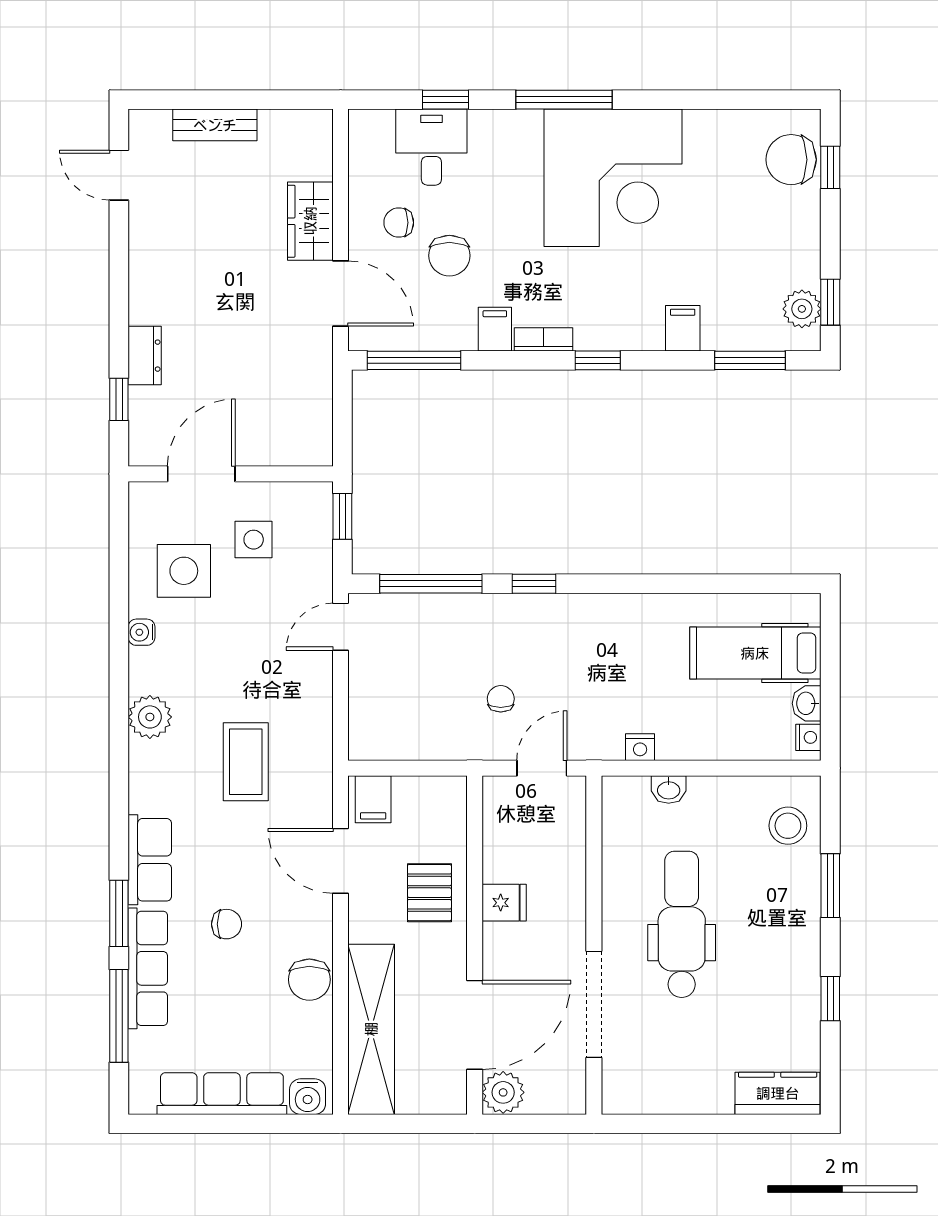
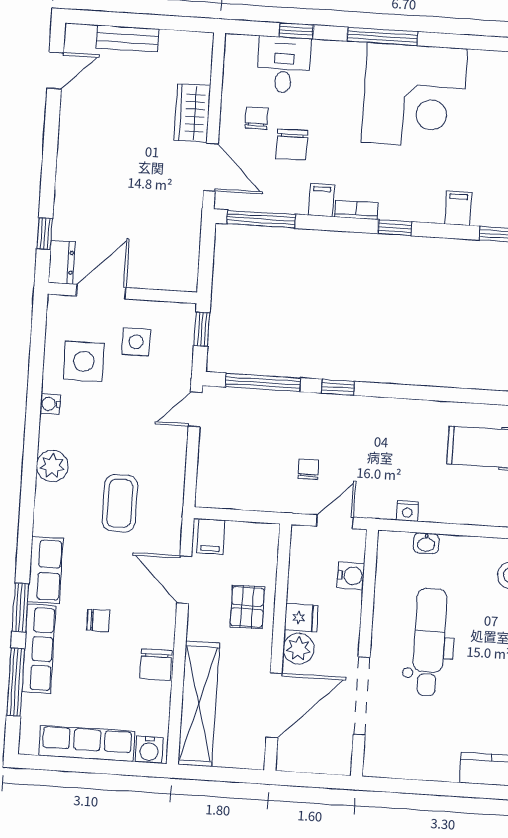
door: (119, 175) -> (55, 70), swing flipped
chair: (399, 223) -> (257, 118), turned 90
dresser: (145, 356) -> (62, 262), moved
water cooler: (568, 841) -> (351, 576), added
plant: (503, 1092) -> (298, 649), moved

